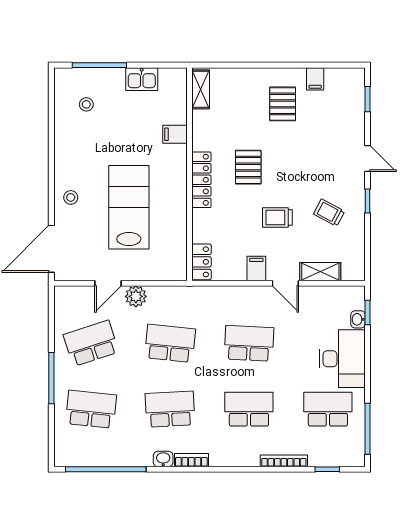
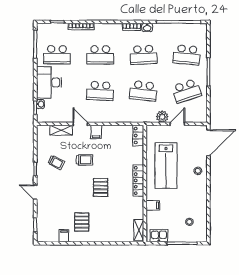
shelving: (201, 89) -> (139, 230), moved
filing cabinet: (175, 134) -> (153, 205), moved
wall: (189, 174) -> (145, 184), moved
locker: (201, 180) -> (138, 181), moved
locker: (201, 262) -> (138, 136), moved

